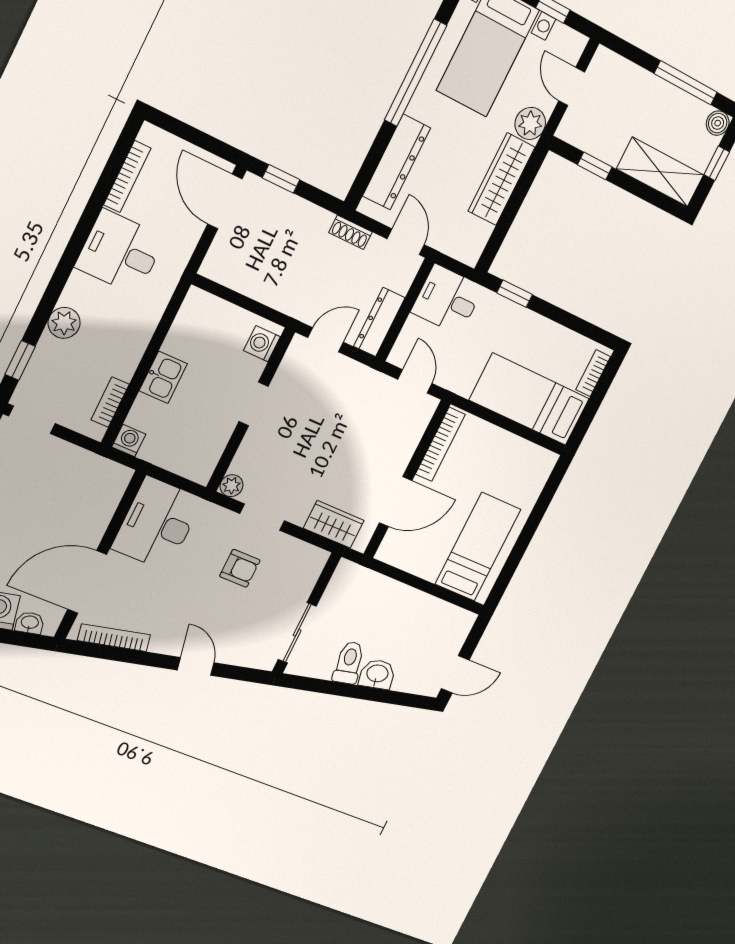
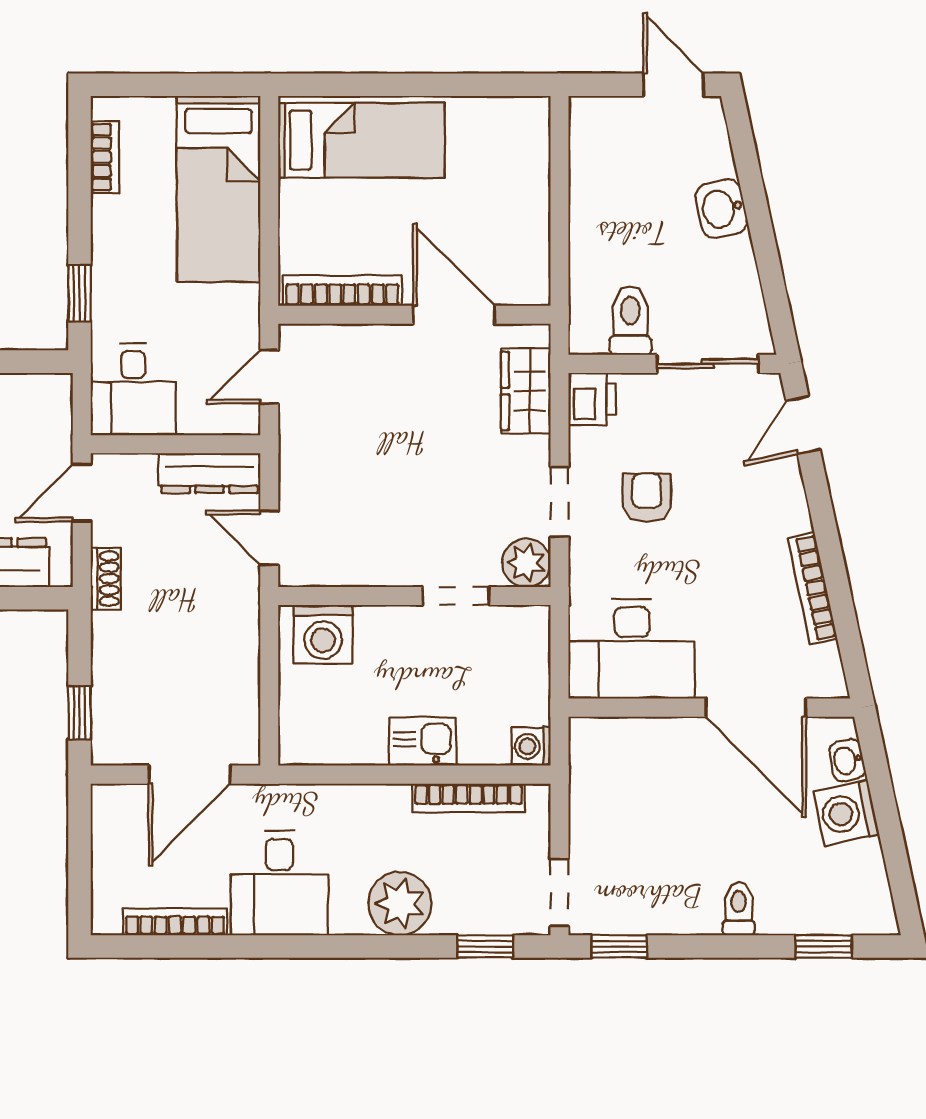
door: (225, 202) -> (189, 775), moved
plant: (64, 323) -> (400, 904), width x1.36, depth x1.36
washing machine: (262, 344) -> (323, 634), width x1.38, depth x1.38
bookcase: (593, 373) -> (105, 157), moved, turned -90
bookcase: (110, 402) -> (469, 798), width x1.56
doorway: (253, 404) -> (456, 596), moved
plant: (232, 486) -> (526, 563), width x1.38, depth x1.38
bed: (478, 547) -> (361, 140), moved, turned 180
printer: (310, 560) -> (592, 399), added
bookcase: (114, 638) -> (812, 588), moved
toilet: (349, 663) -> (630, 320), moved, turned 102
door: (196, 666) -> (803, 425), moved

